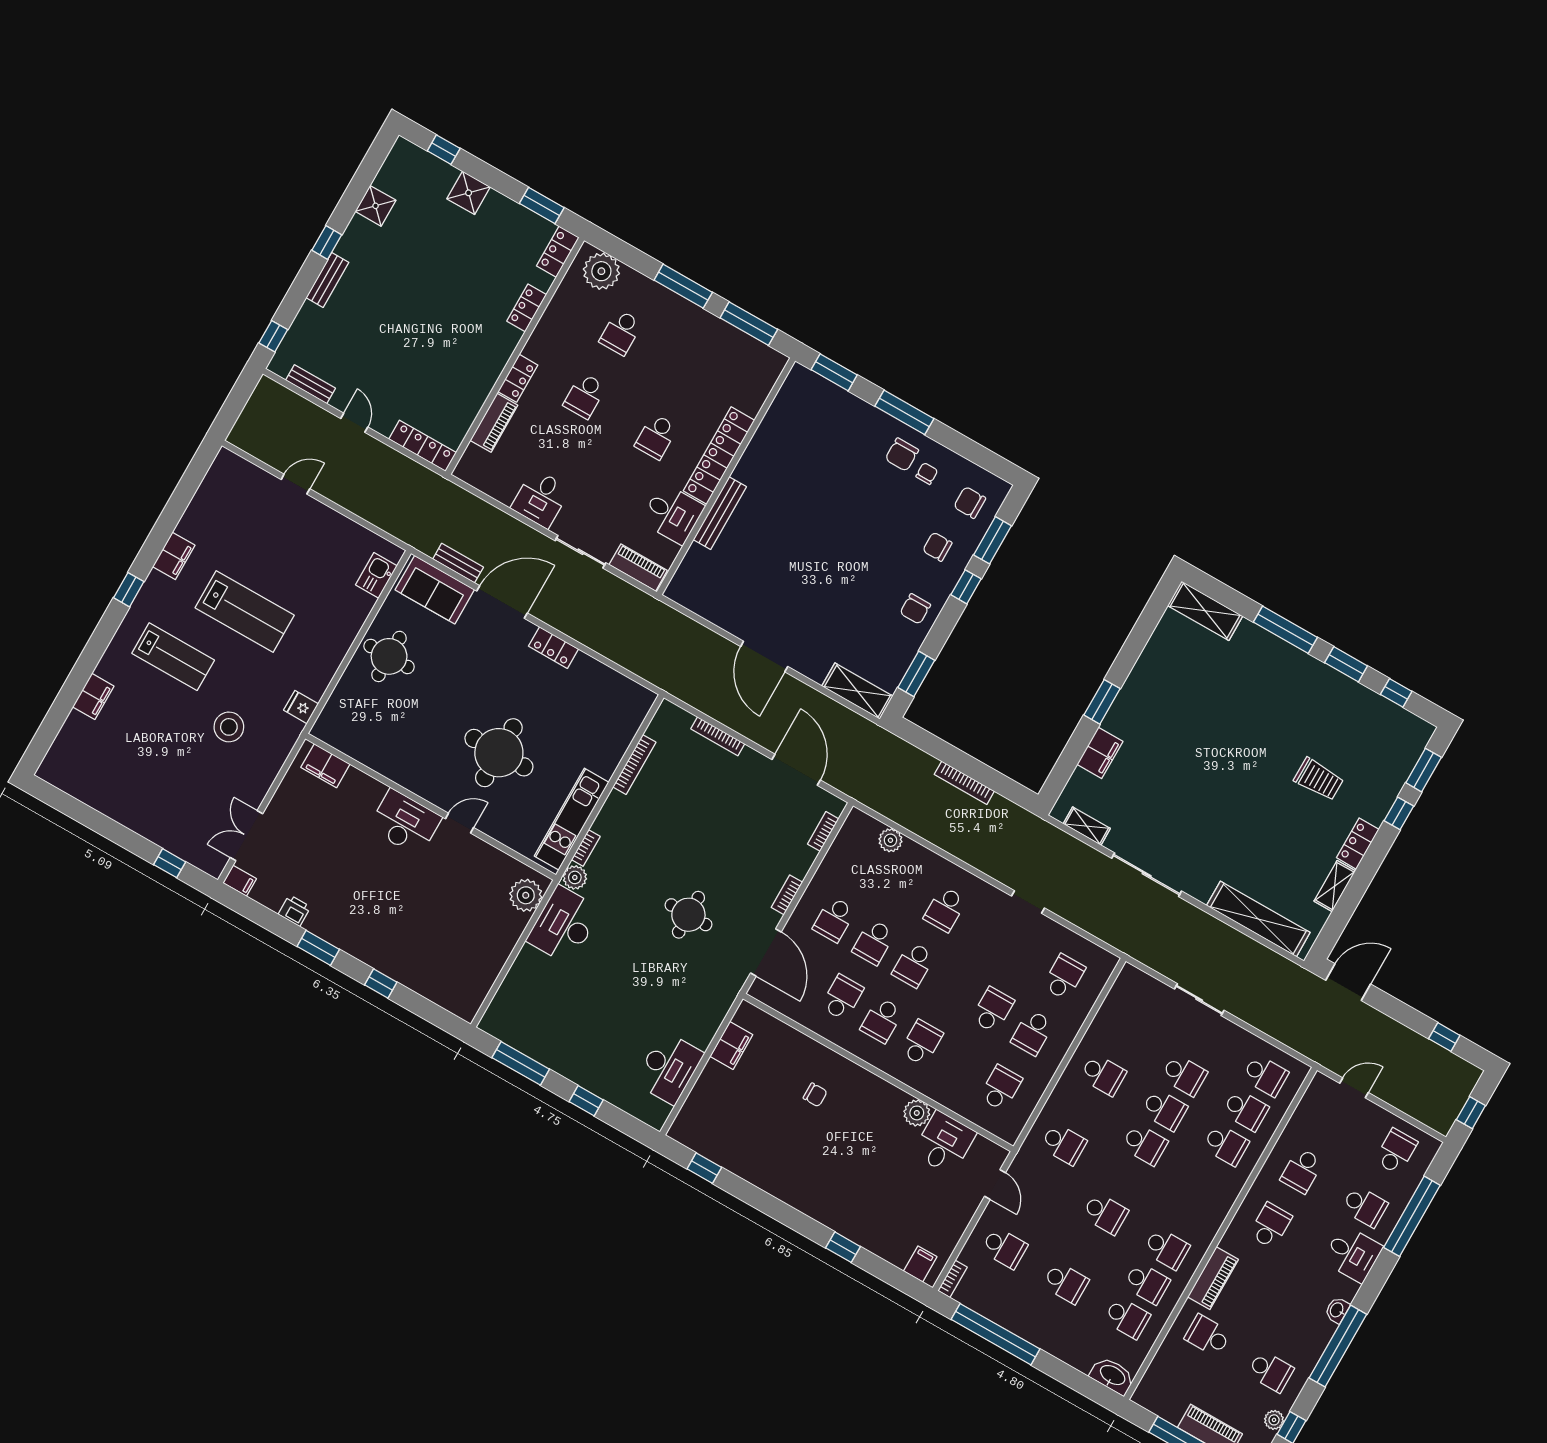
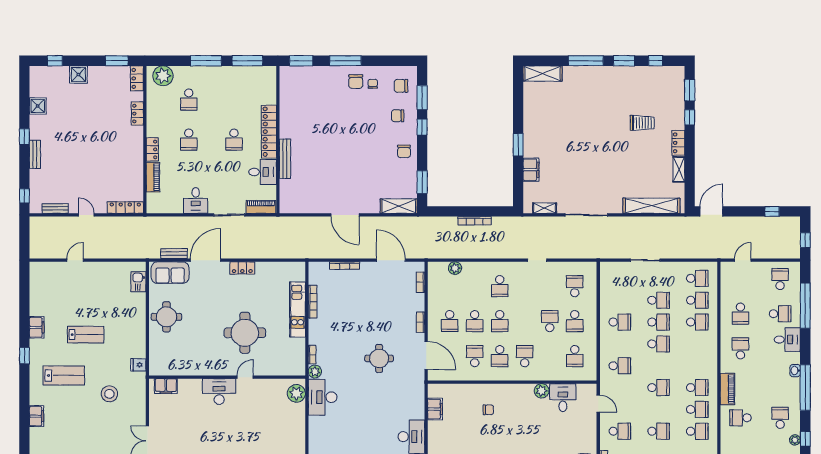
lab bench: (245, 612) -> (86, 335), width x0.73, depth x0.72
kitchen unit: (572, 819) -> (297, 309), moved
school desk: (1001, 1088) -> (575, 356), turned 180
school desk: (1271, 1371) -> (780, 418), turned -90

